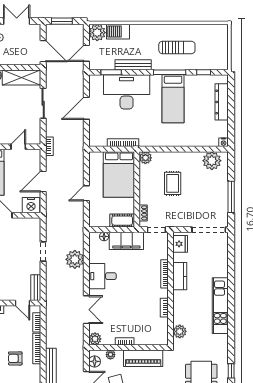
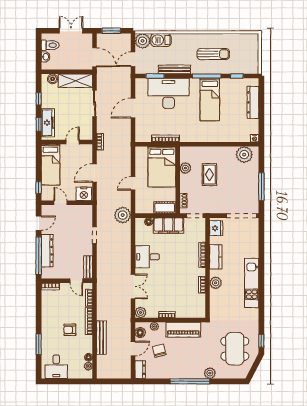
plant: (145, 158) -> (185, 168), moved
plant: (75, 259) -> (123, 215), moved
plant: (180, 331) -> (216, 283), moved

